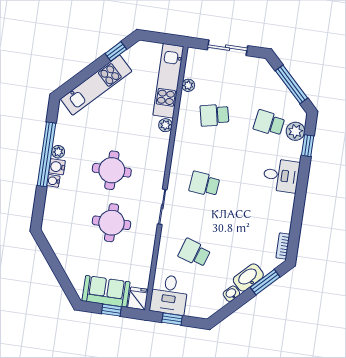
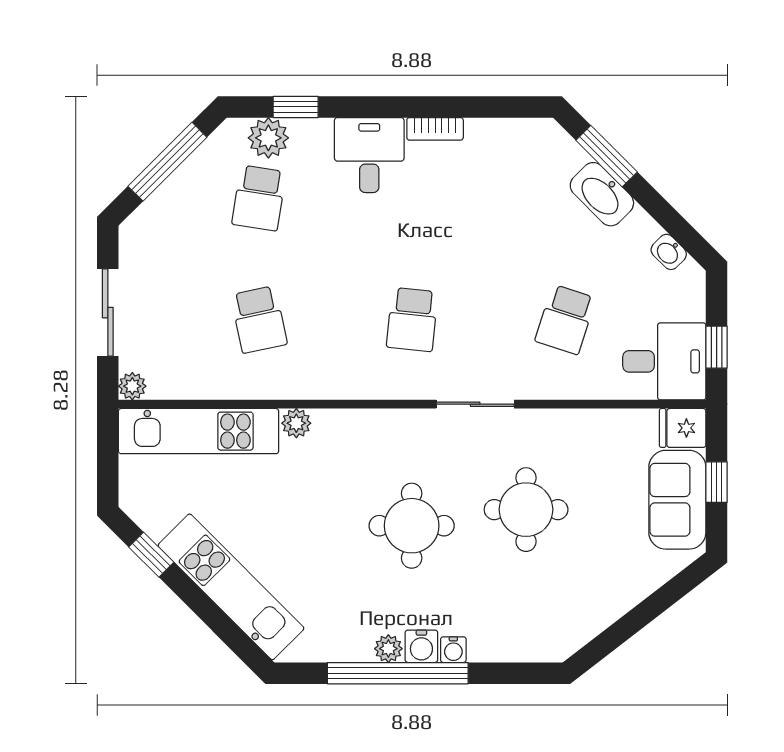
plant: (188, 85) -> (132, 386), moved
bookcase: (283, 246) -> (435, 129), moved
washbasin: (231, 294) -> (669, 252), moved

